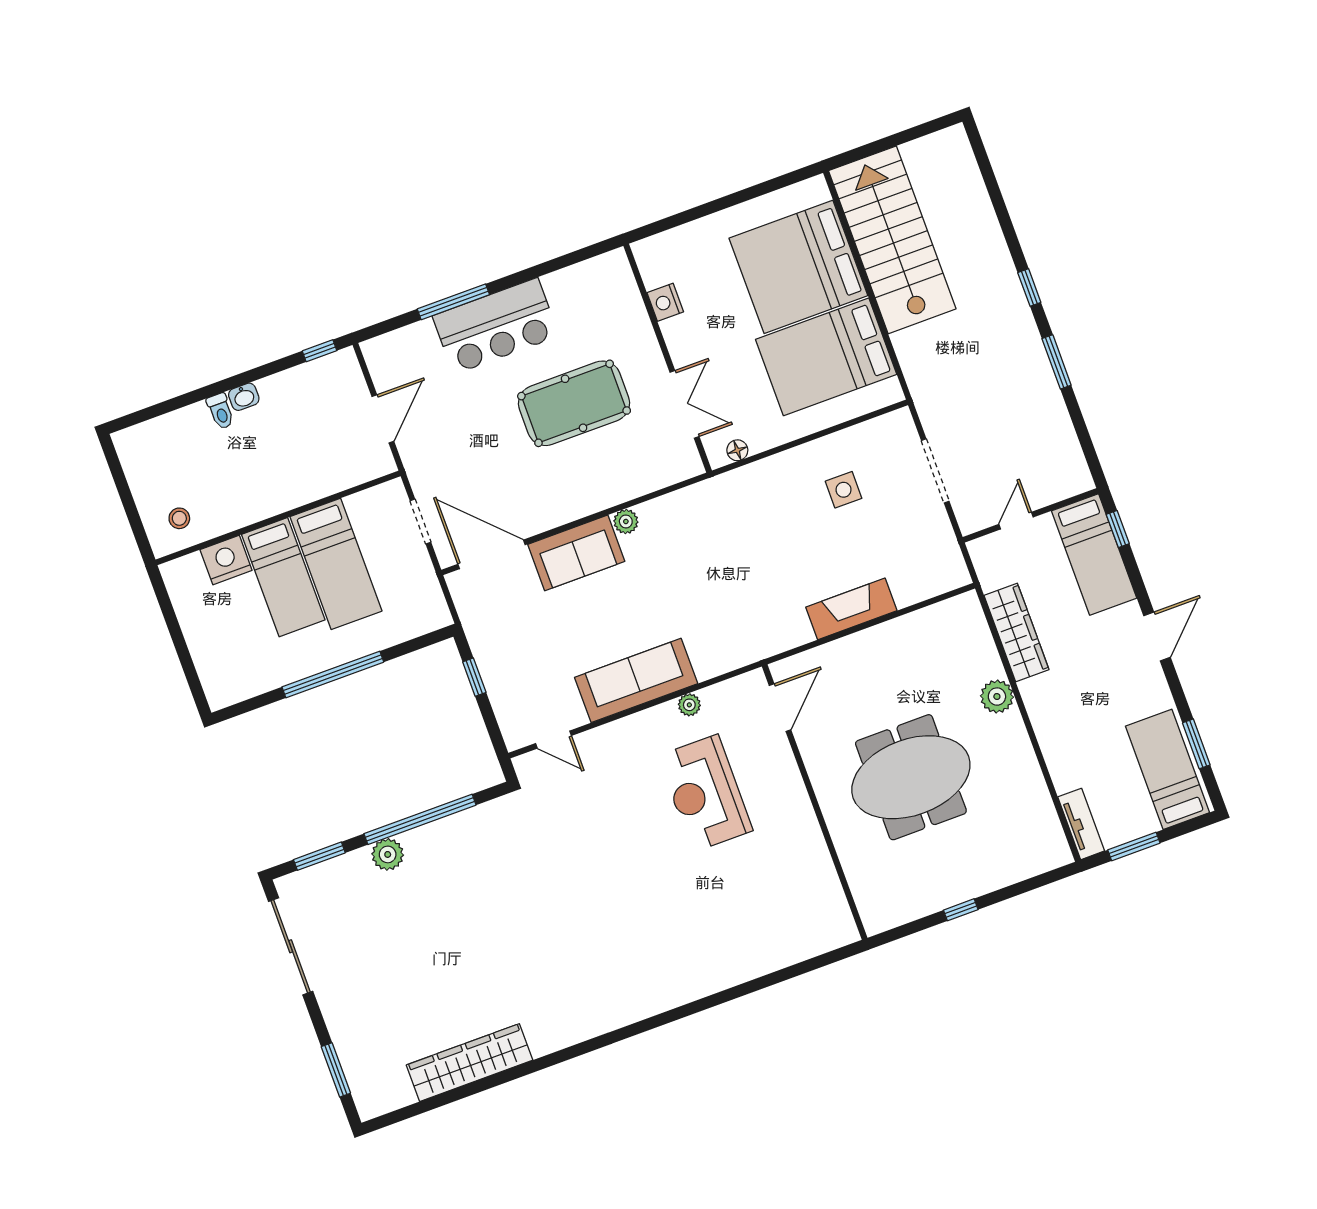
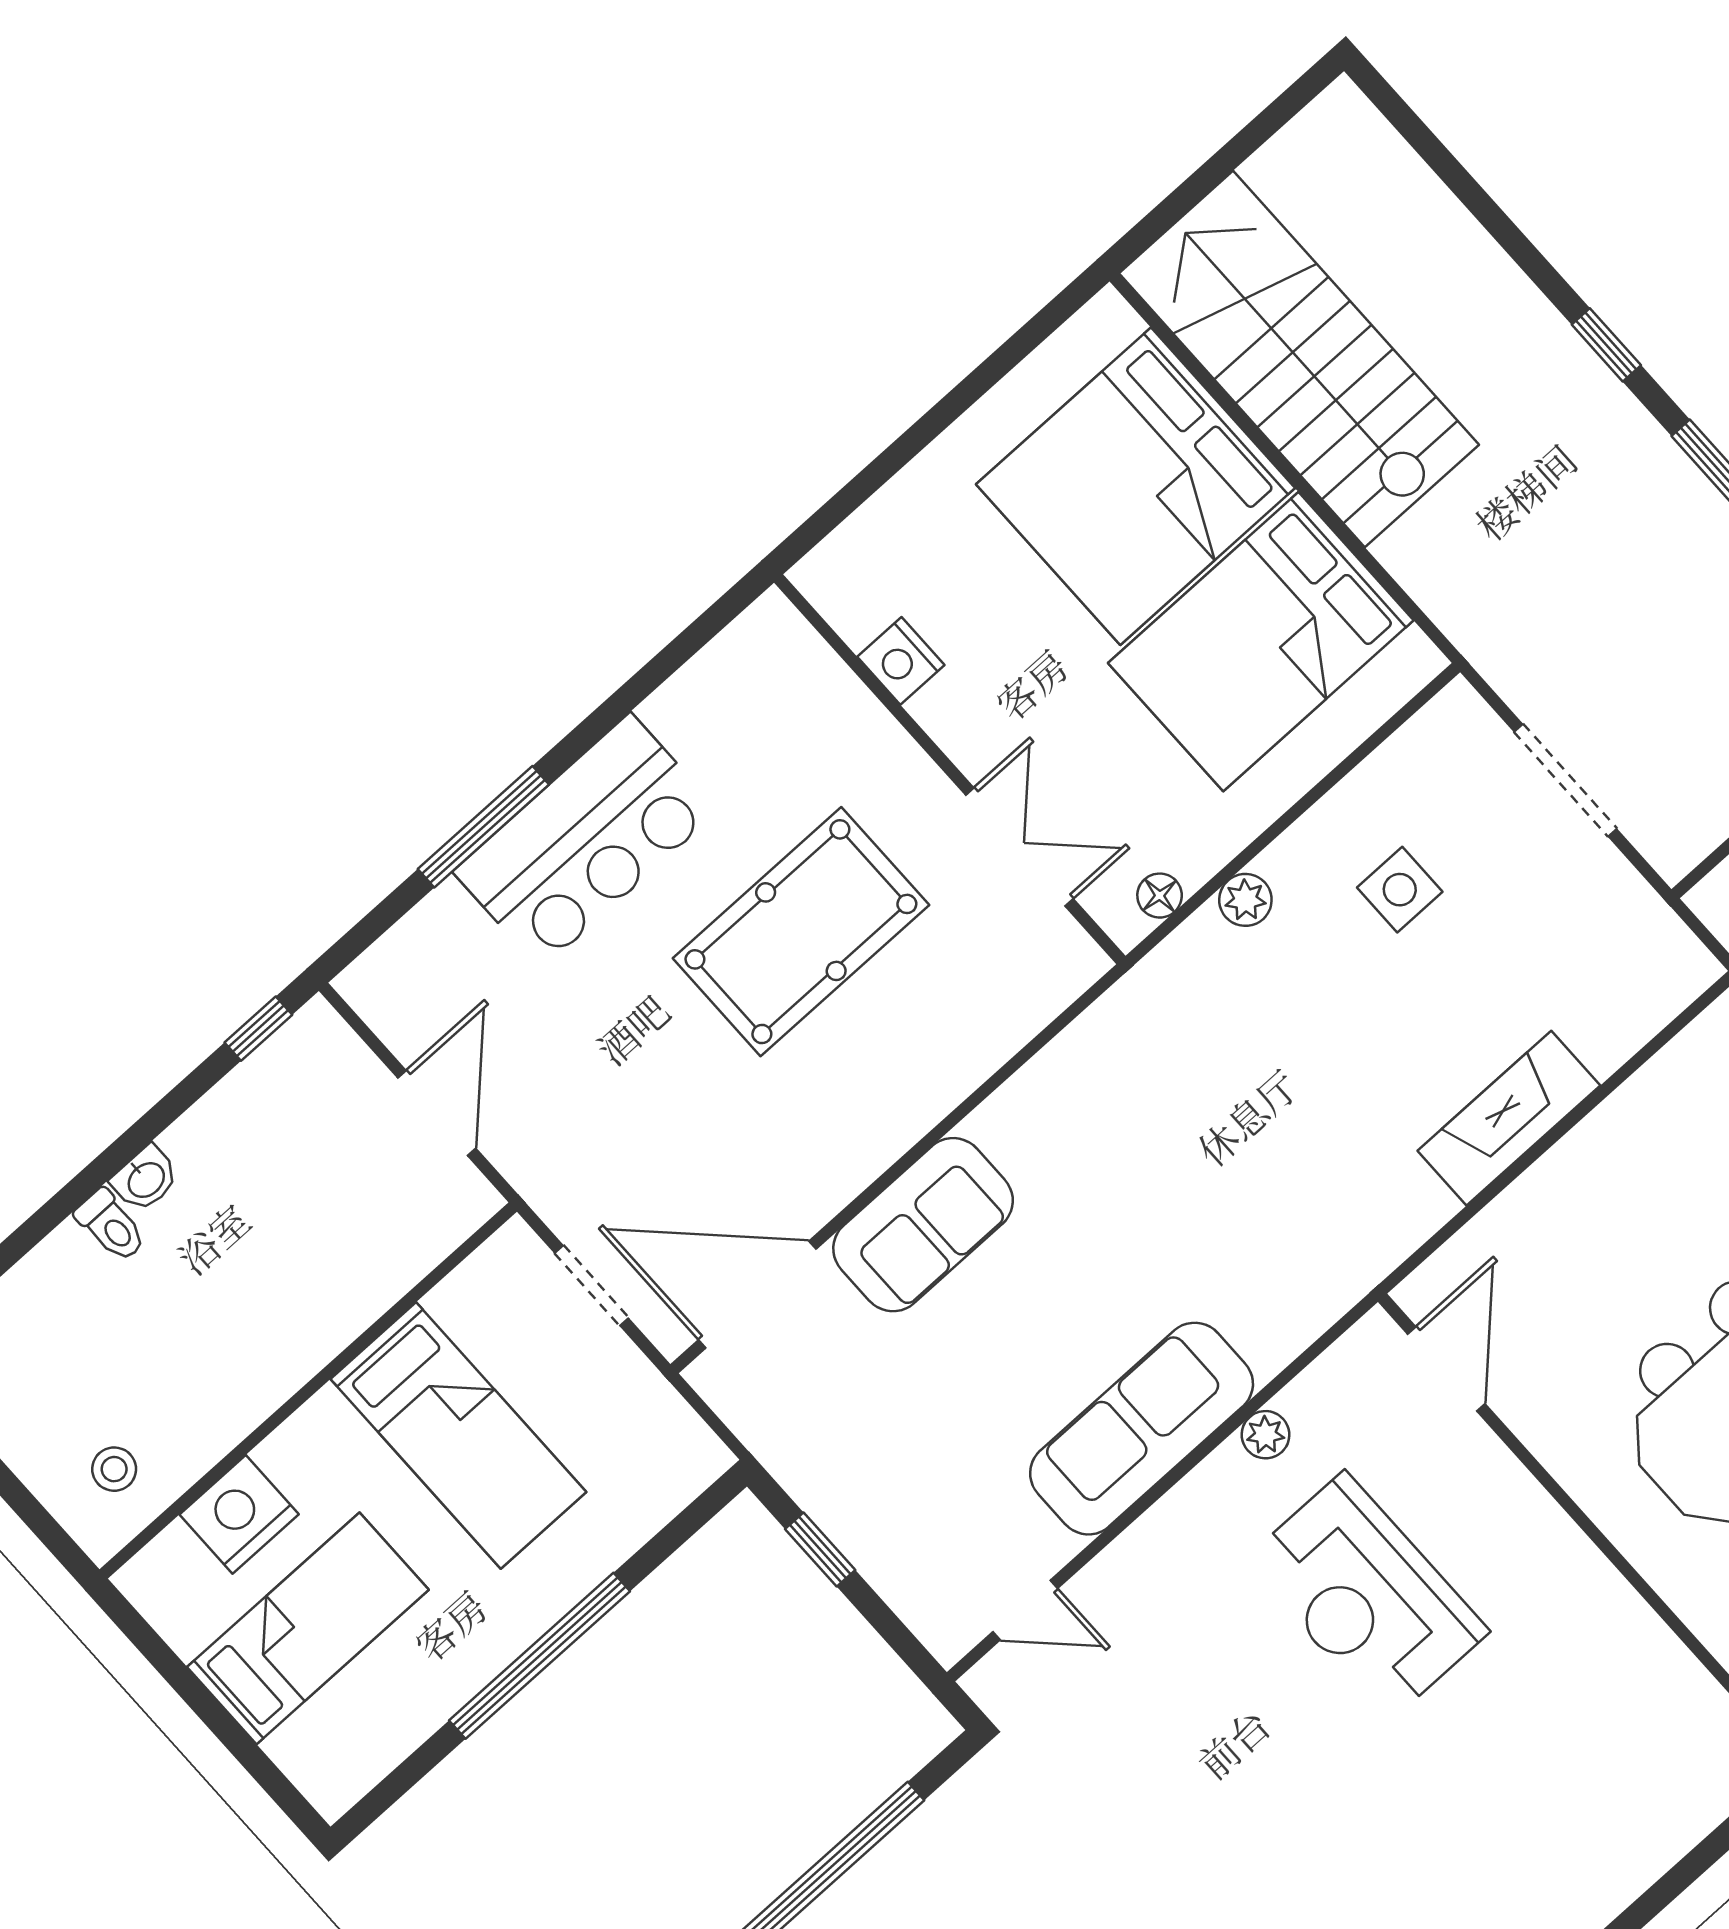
plant: (626, 521) -> (1245, 900), moved
bed: (283, 577) -> (308, 1628), moved, turned -90

